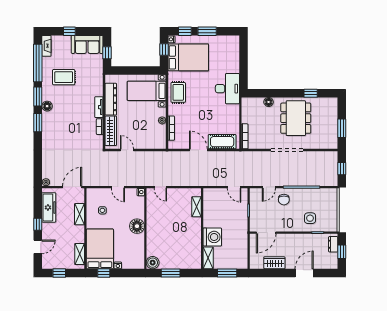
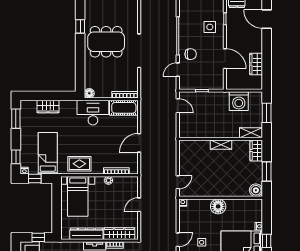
window: (207, 31) -> (16, 119), moved
bed: (188, 57) -> (48, 153), width x0.67
wardrobe: (233, 62) -> (48, 107), added
desk: (227, 89) -> (93, 113), moved
floor lamp: (269, 102) -> (89, 93), moved
cot: (222, 142) -> (124, 108), moved, turned 90
door: (127, 150) -> (139, 205), moved
door: (118, 187) -> (178, 240), moved
door: (234, 187) -> (178, 106), hinge flipped
door: (269, 187) -> (178, 70), swing flipped
shelving: (197, 207) -> (221, 145), moved
door: (266, 233) -> (225, 59), moved
washing machine: (212, 237) -> (239, 101), moved, turned 180
wardrobe: (191, 263) -> (256, 151), added
door: (304, 273) -> (267, 19), moved

